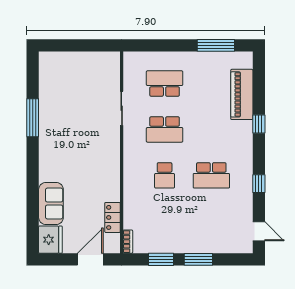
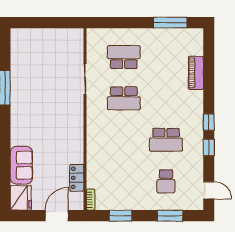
piano: (242, 94) -> (196, 73), width x0.73, depth x0.75
window: (259, 124) -> (209, 122), moved
school desk: (165, 175) -> (166, 181), moved
window: (198, 259) -> (170, 216), moved

